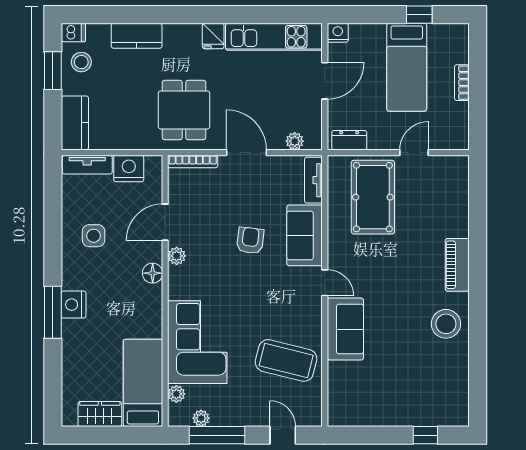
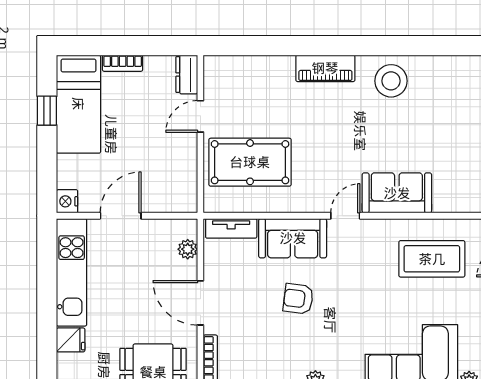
bed: (407, 67) -> (78, 104), moved, turned 90
door: (325, 81) -> (121, 216), hinge flipped
dresser: (349, 140) -> (187, 75), moved
door: (247, 153) -> (200, 303), hinge flipped
door: (414, 153) -> (200, 116), hinge flipped
coffee table: (286, 360) -> (432, 259), turned 76

